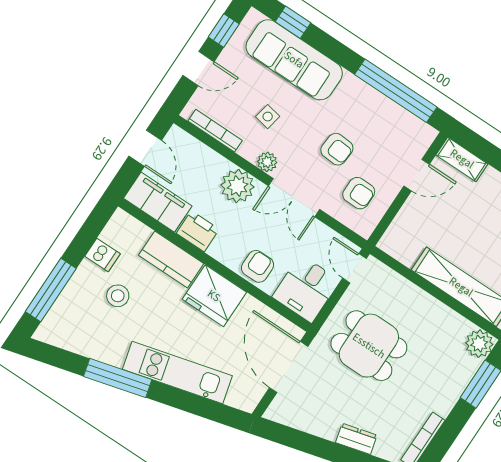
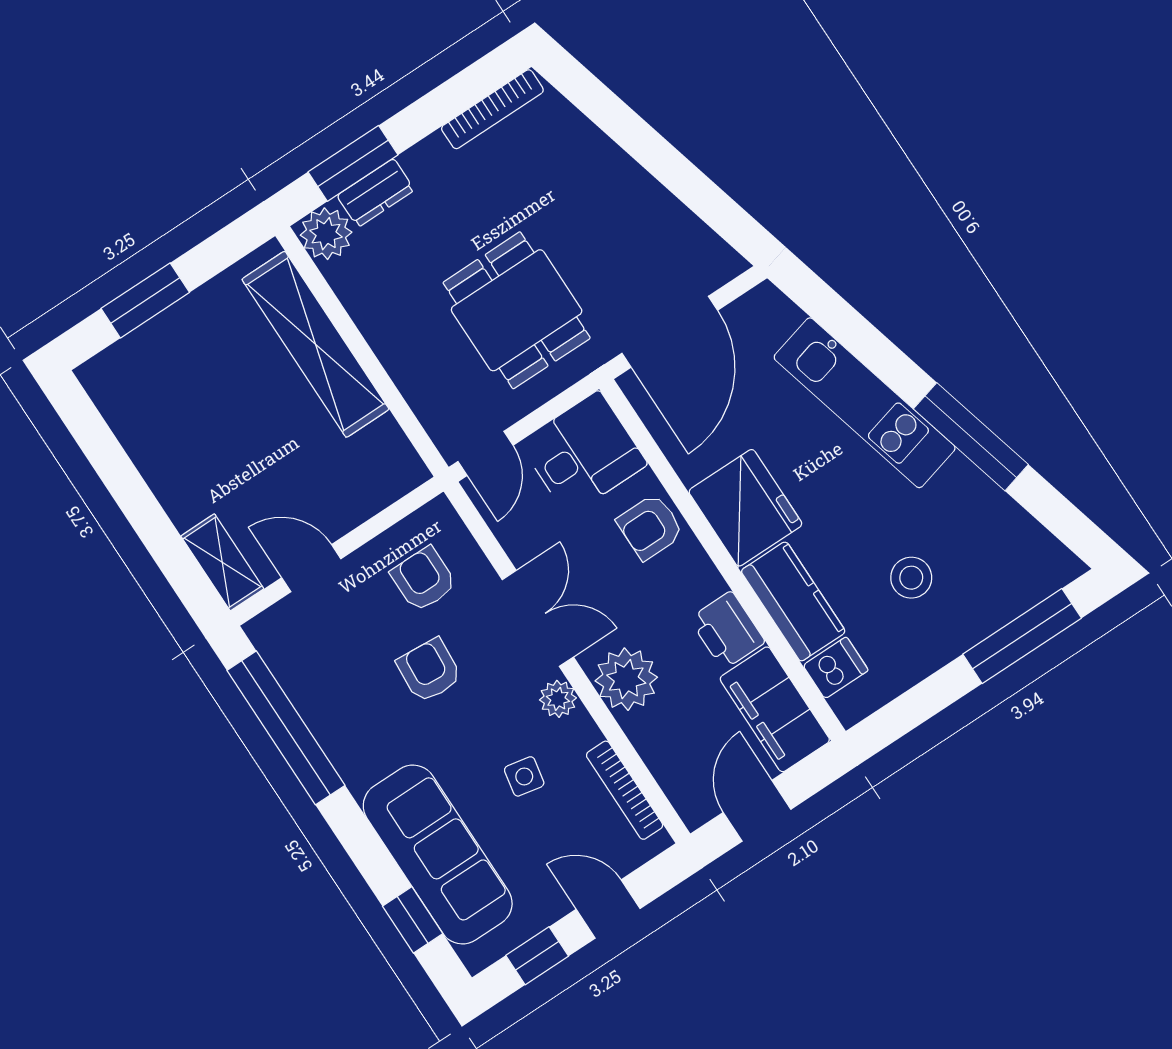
dishwasher: (102, 255) -> (836, 668), moved, turned 90
dresser: (356, 439) -> (376, 193), moved, turned -75

